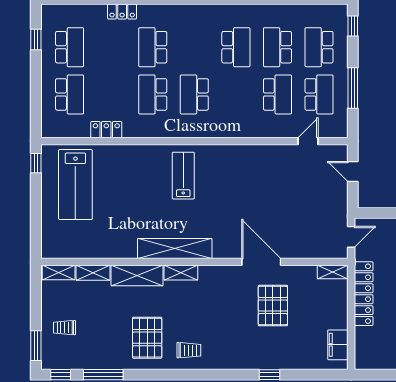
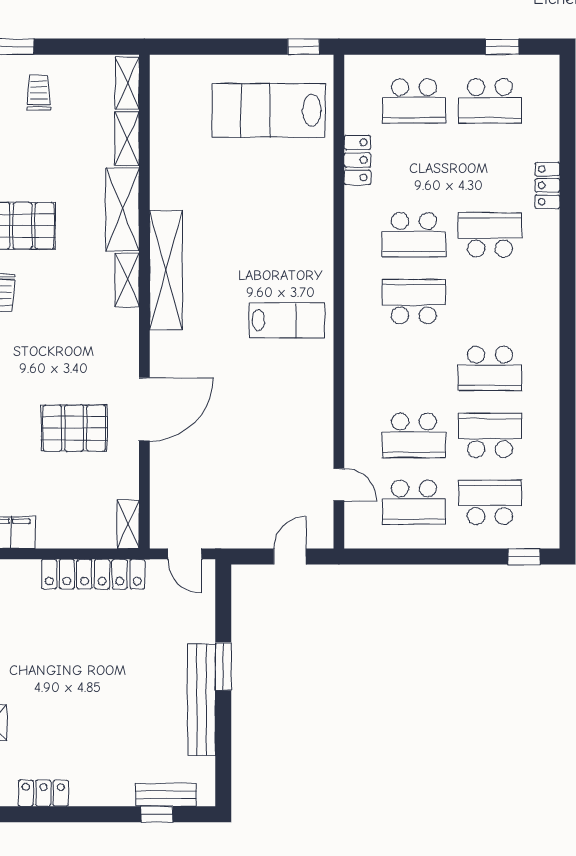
window: (353, 88) -> (424, 557), removed
school desk: (153, 94) -> (414, 235), turned 180
lab bench: (183, 176) -> (287, 320), moved

